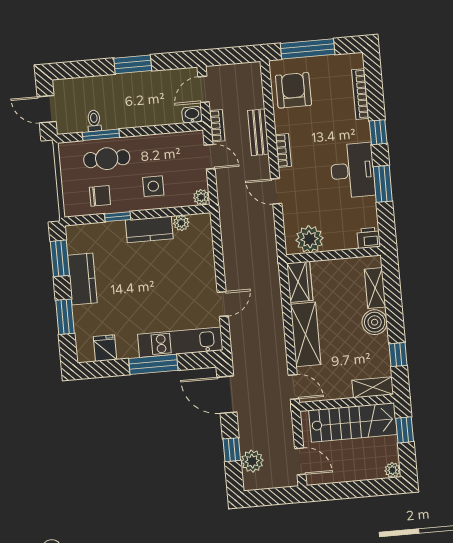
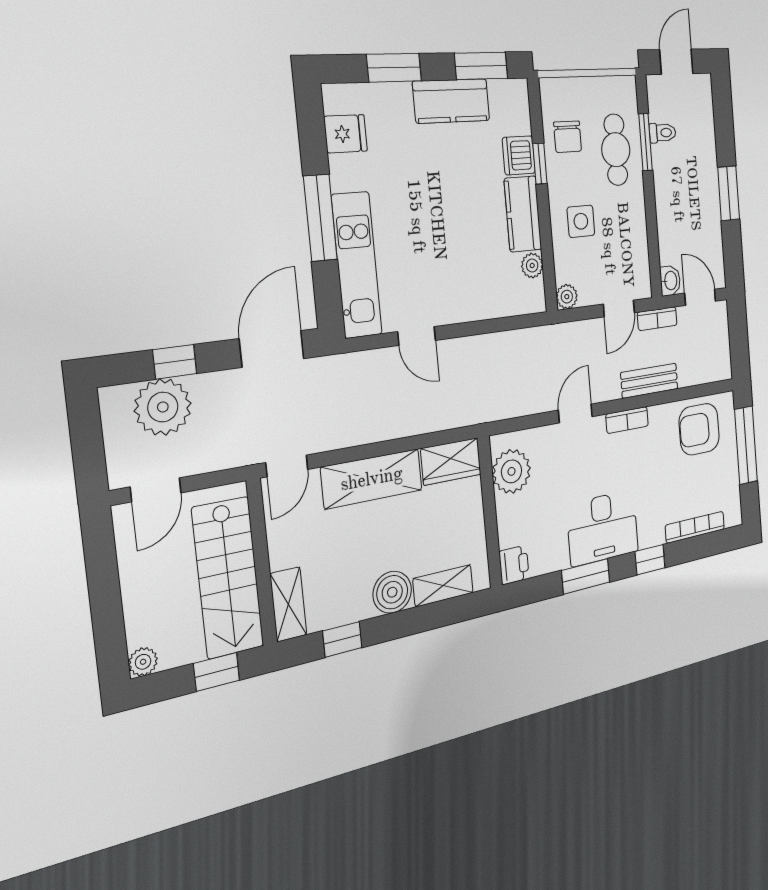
armchair: (293, 90) -> (699, 429), turned 180
dishwasher: (113, 232) -> (519, 155), added
plant: (252, 461) -> (163, 407), width x1.36, depth x1.36

